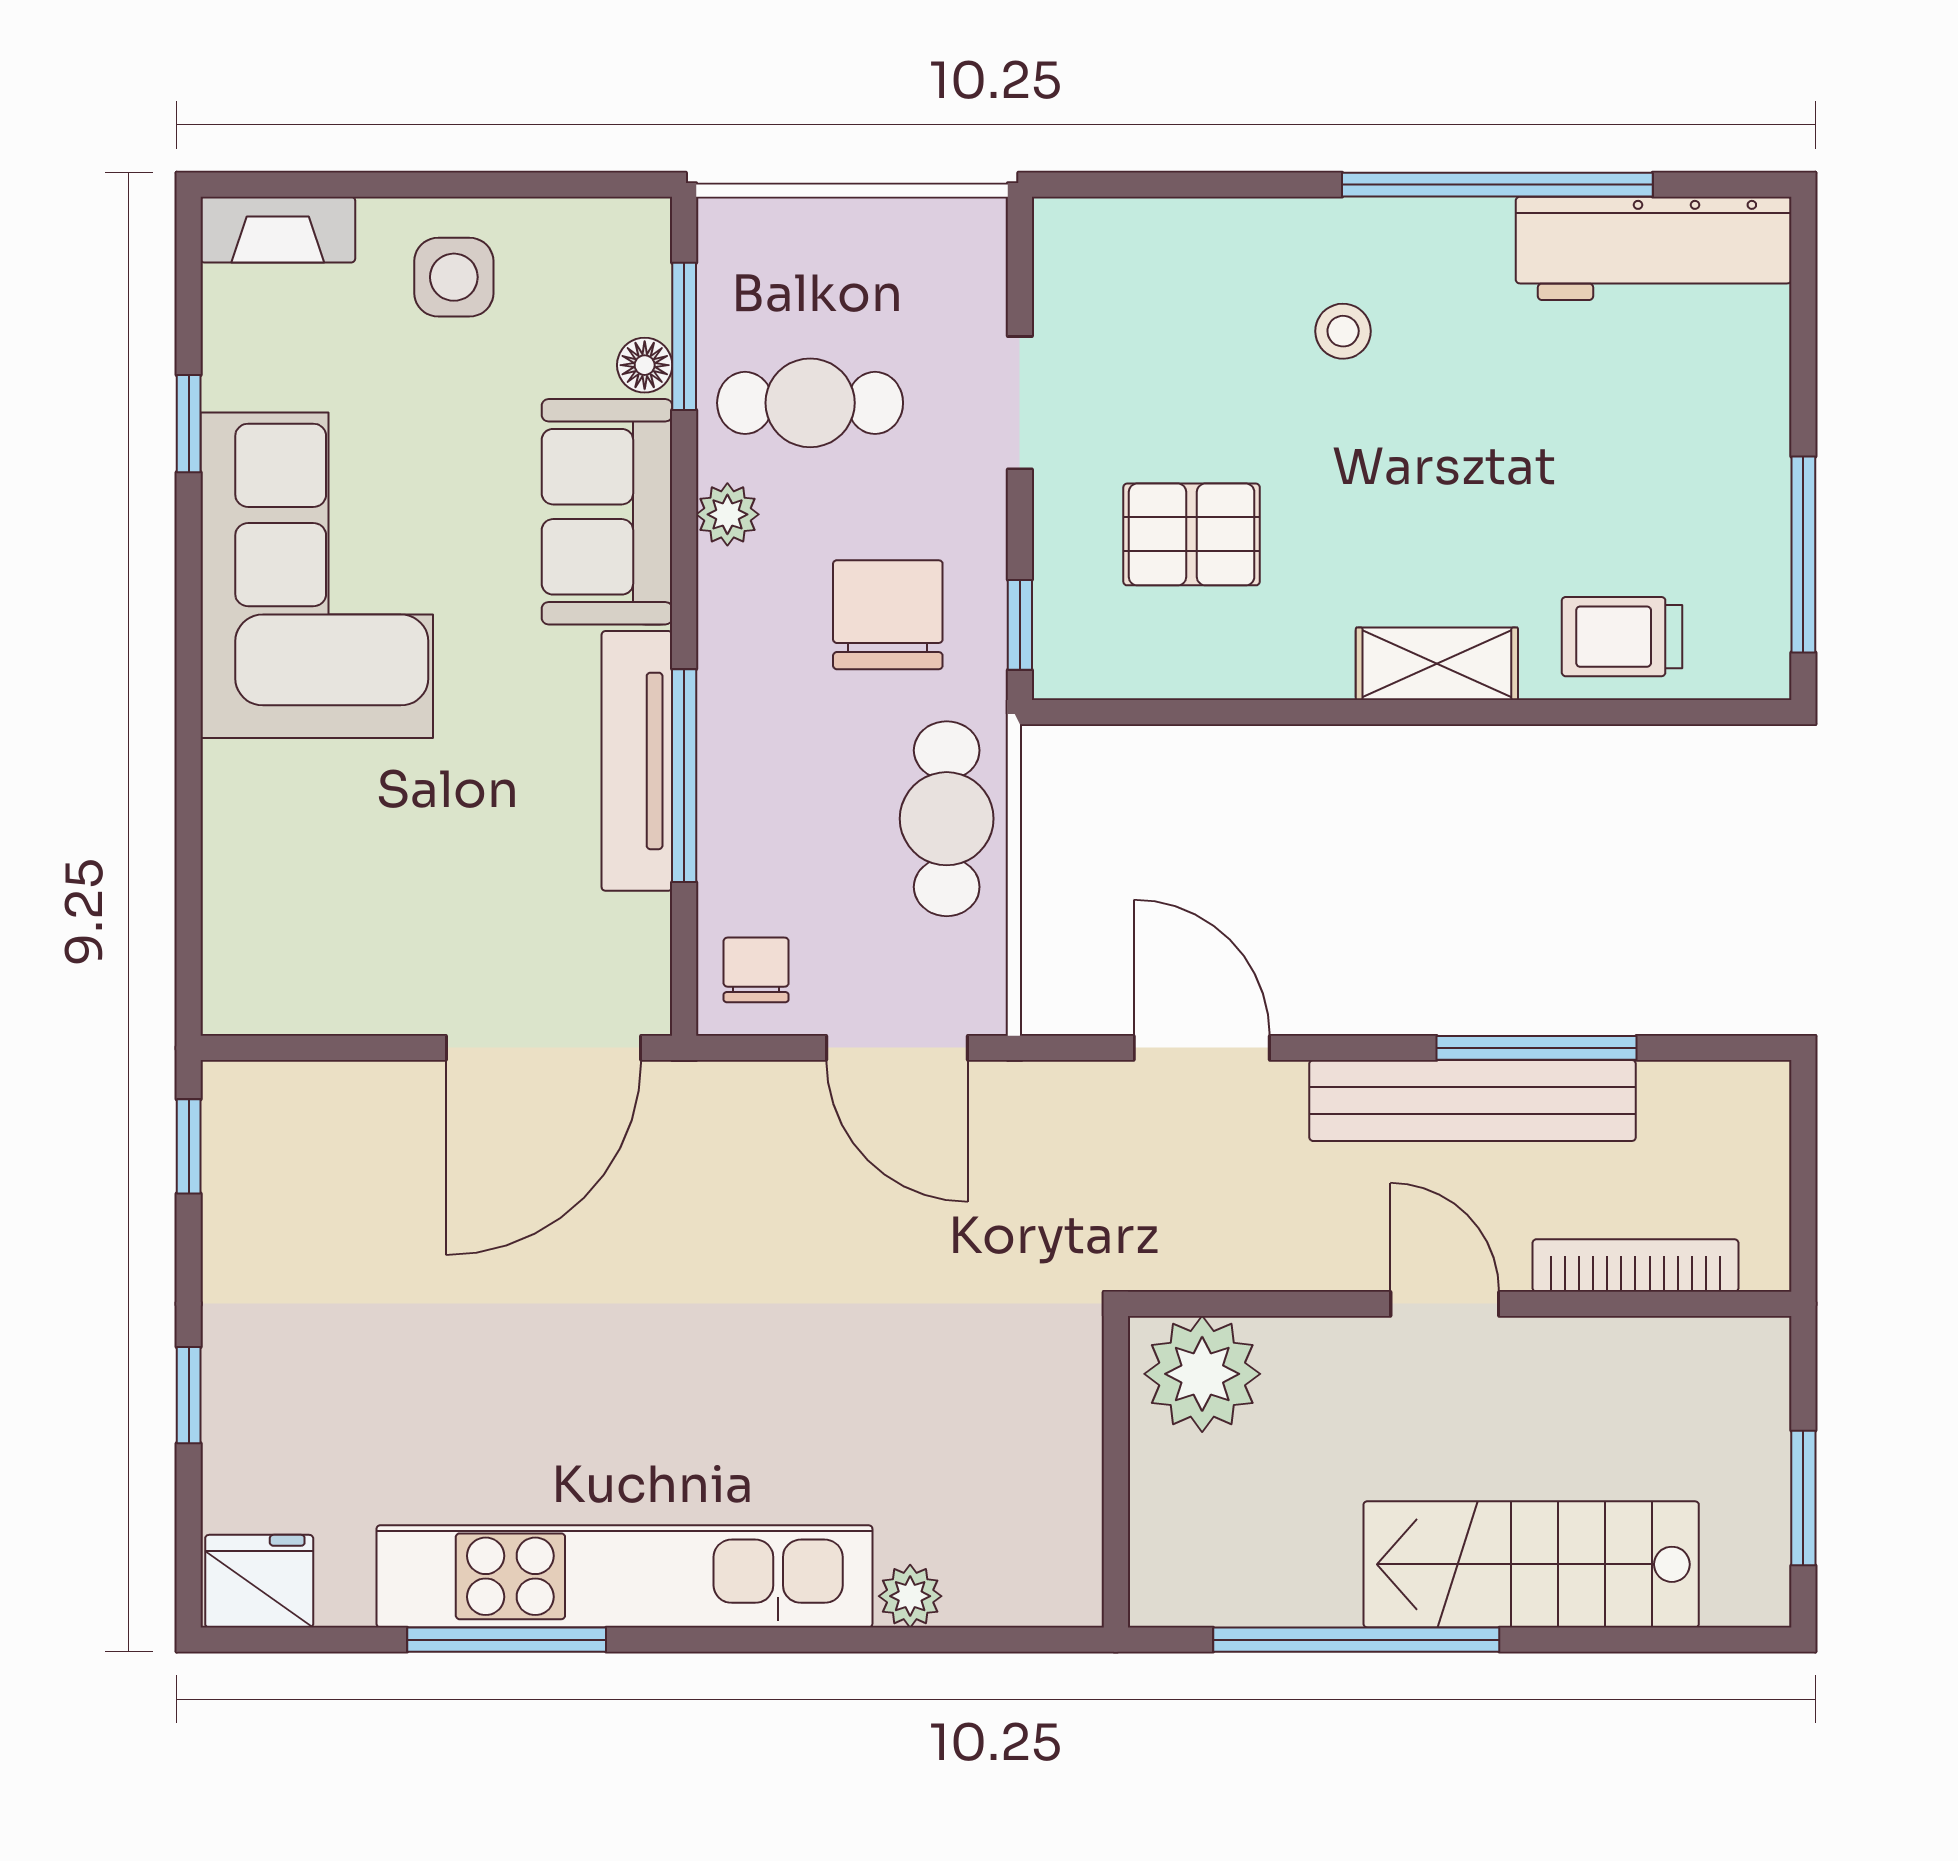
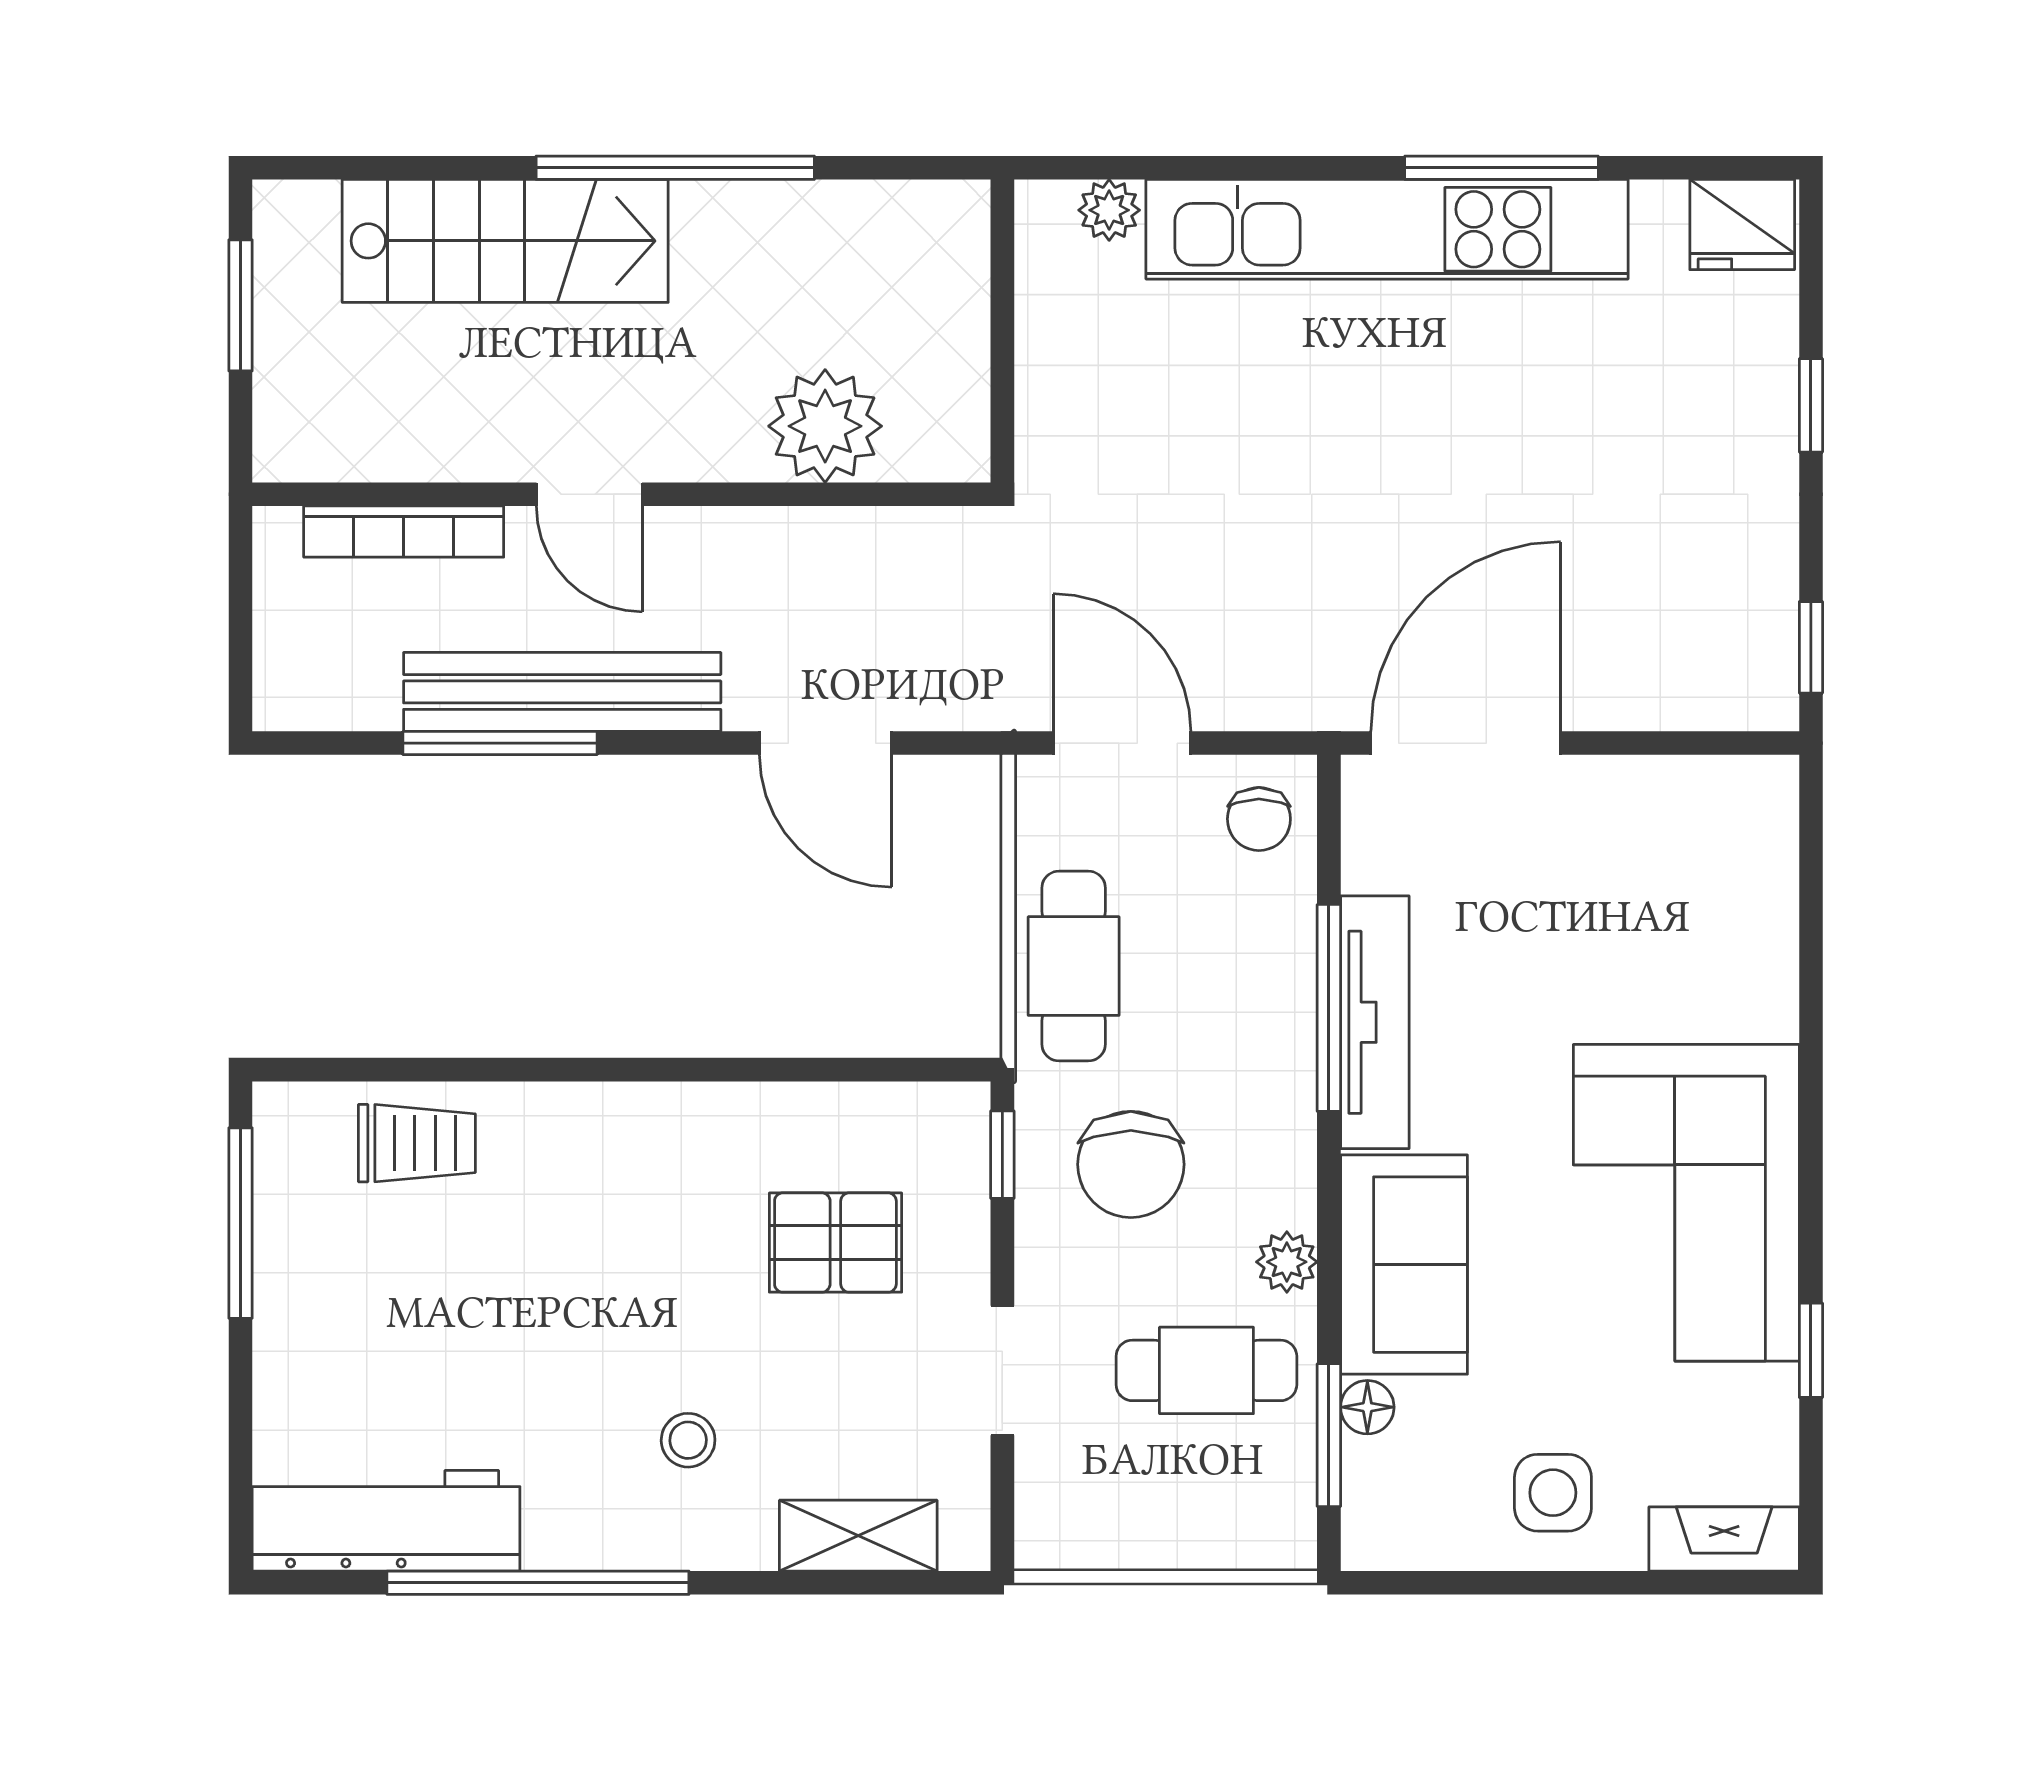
shelving: (1437, 664) -> (858, 1536), moved
wall: (1116, 1472) -> (1002, 331), moved

